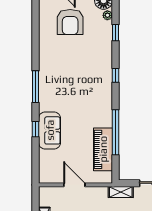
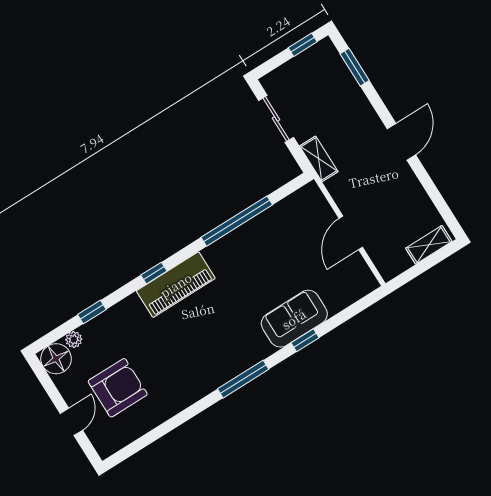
piano: (103, 149) -> (176, 285), moved

